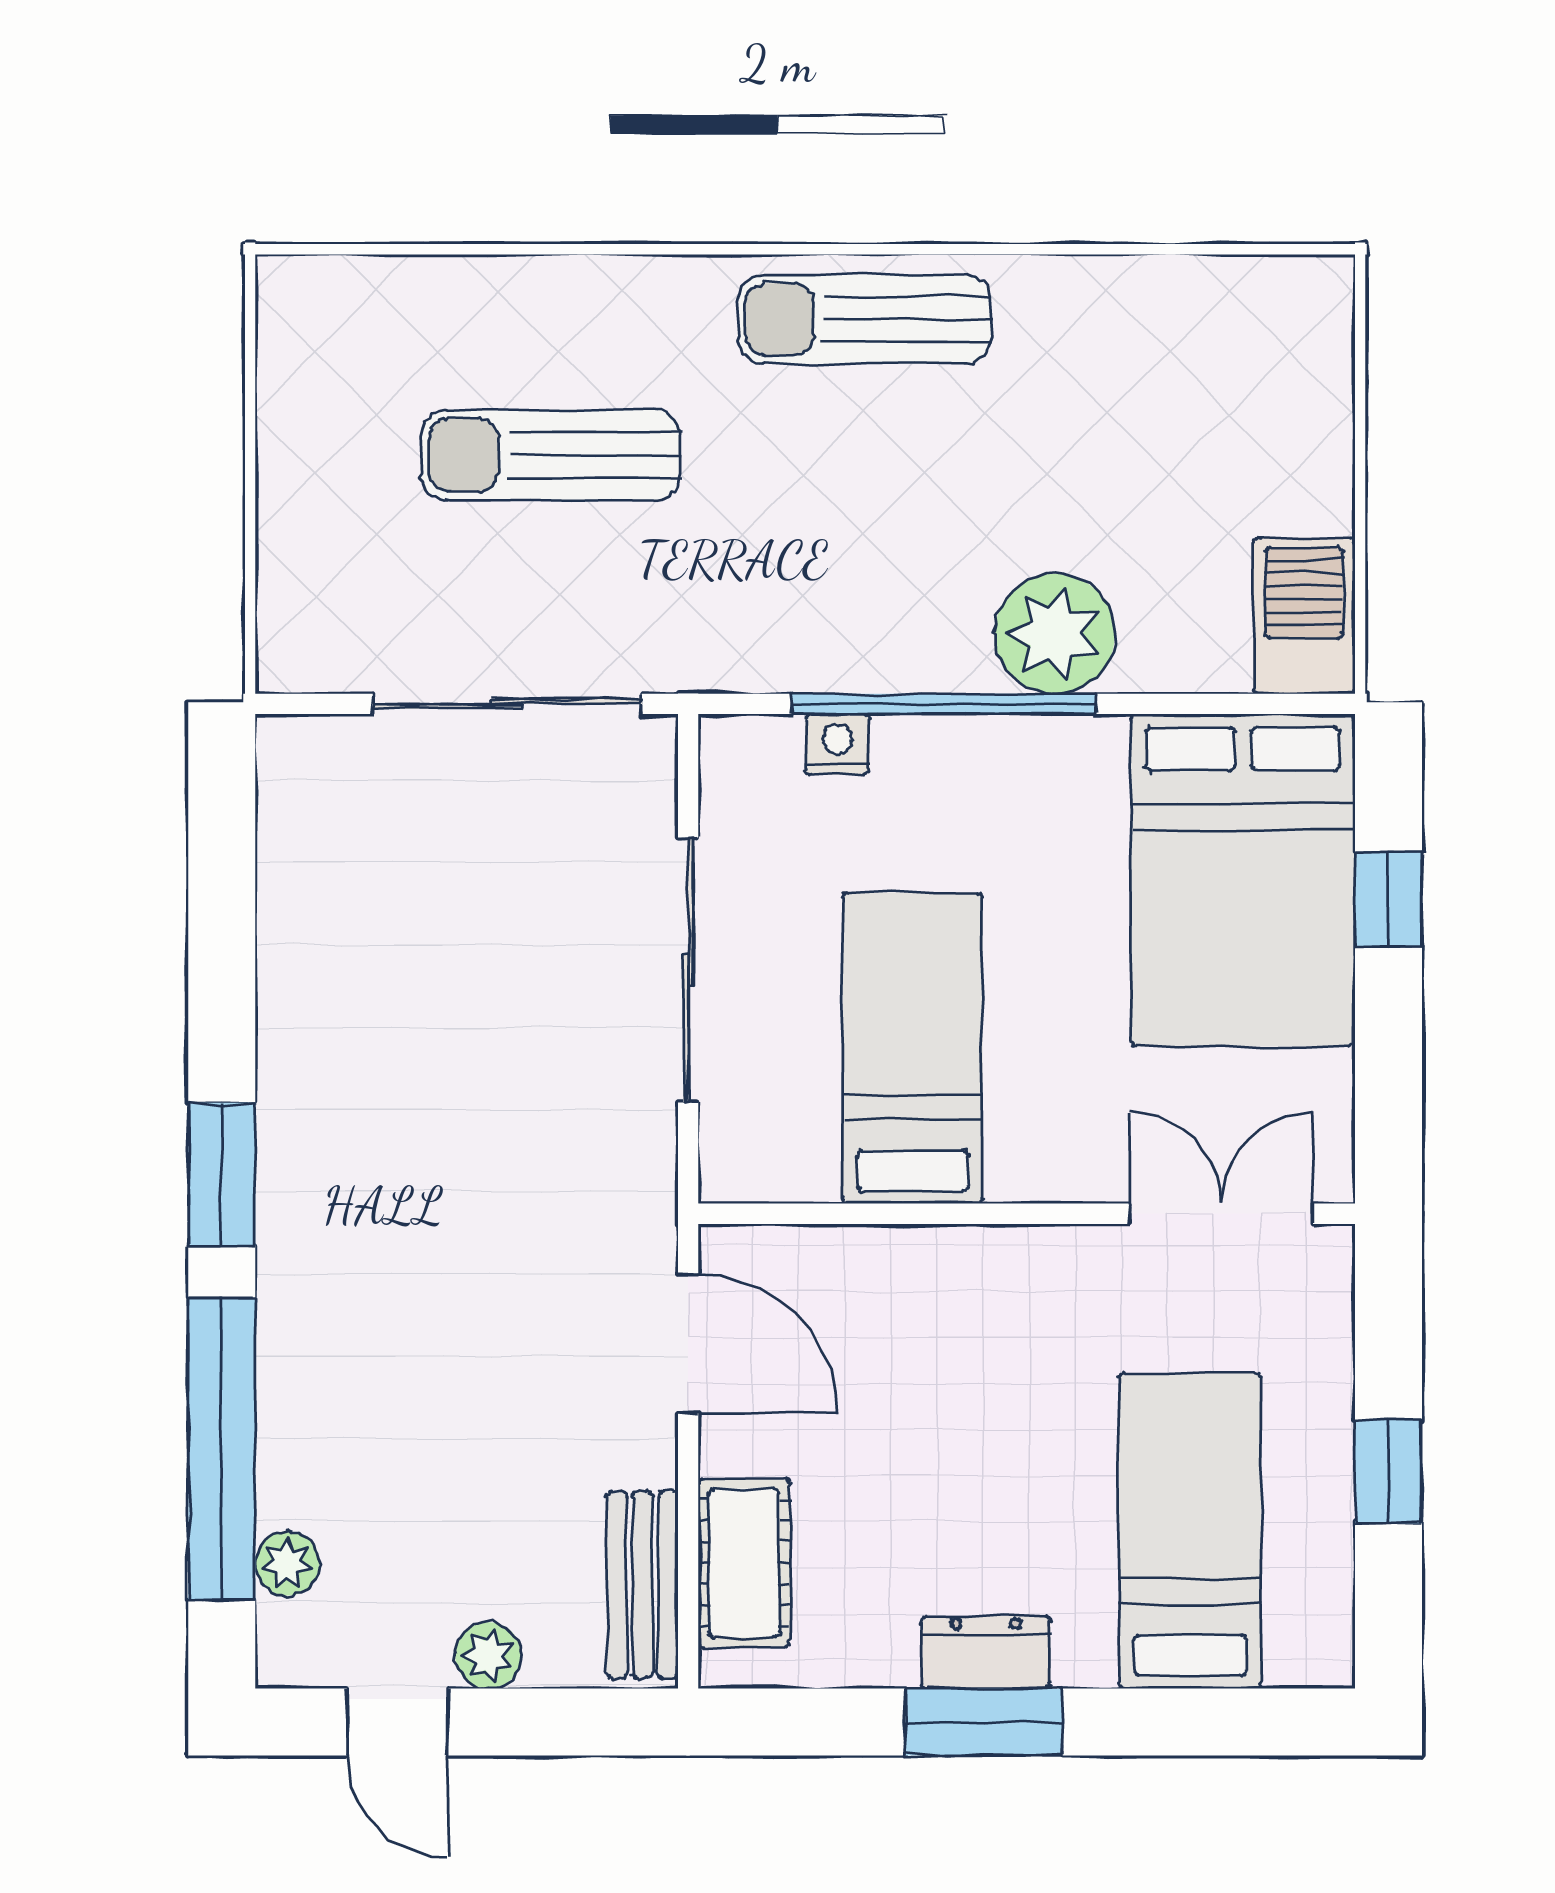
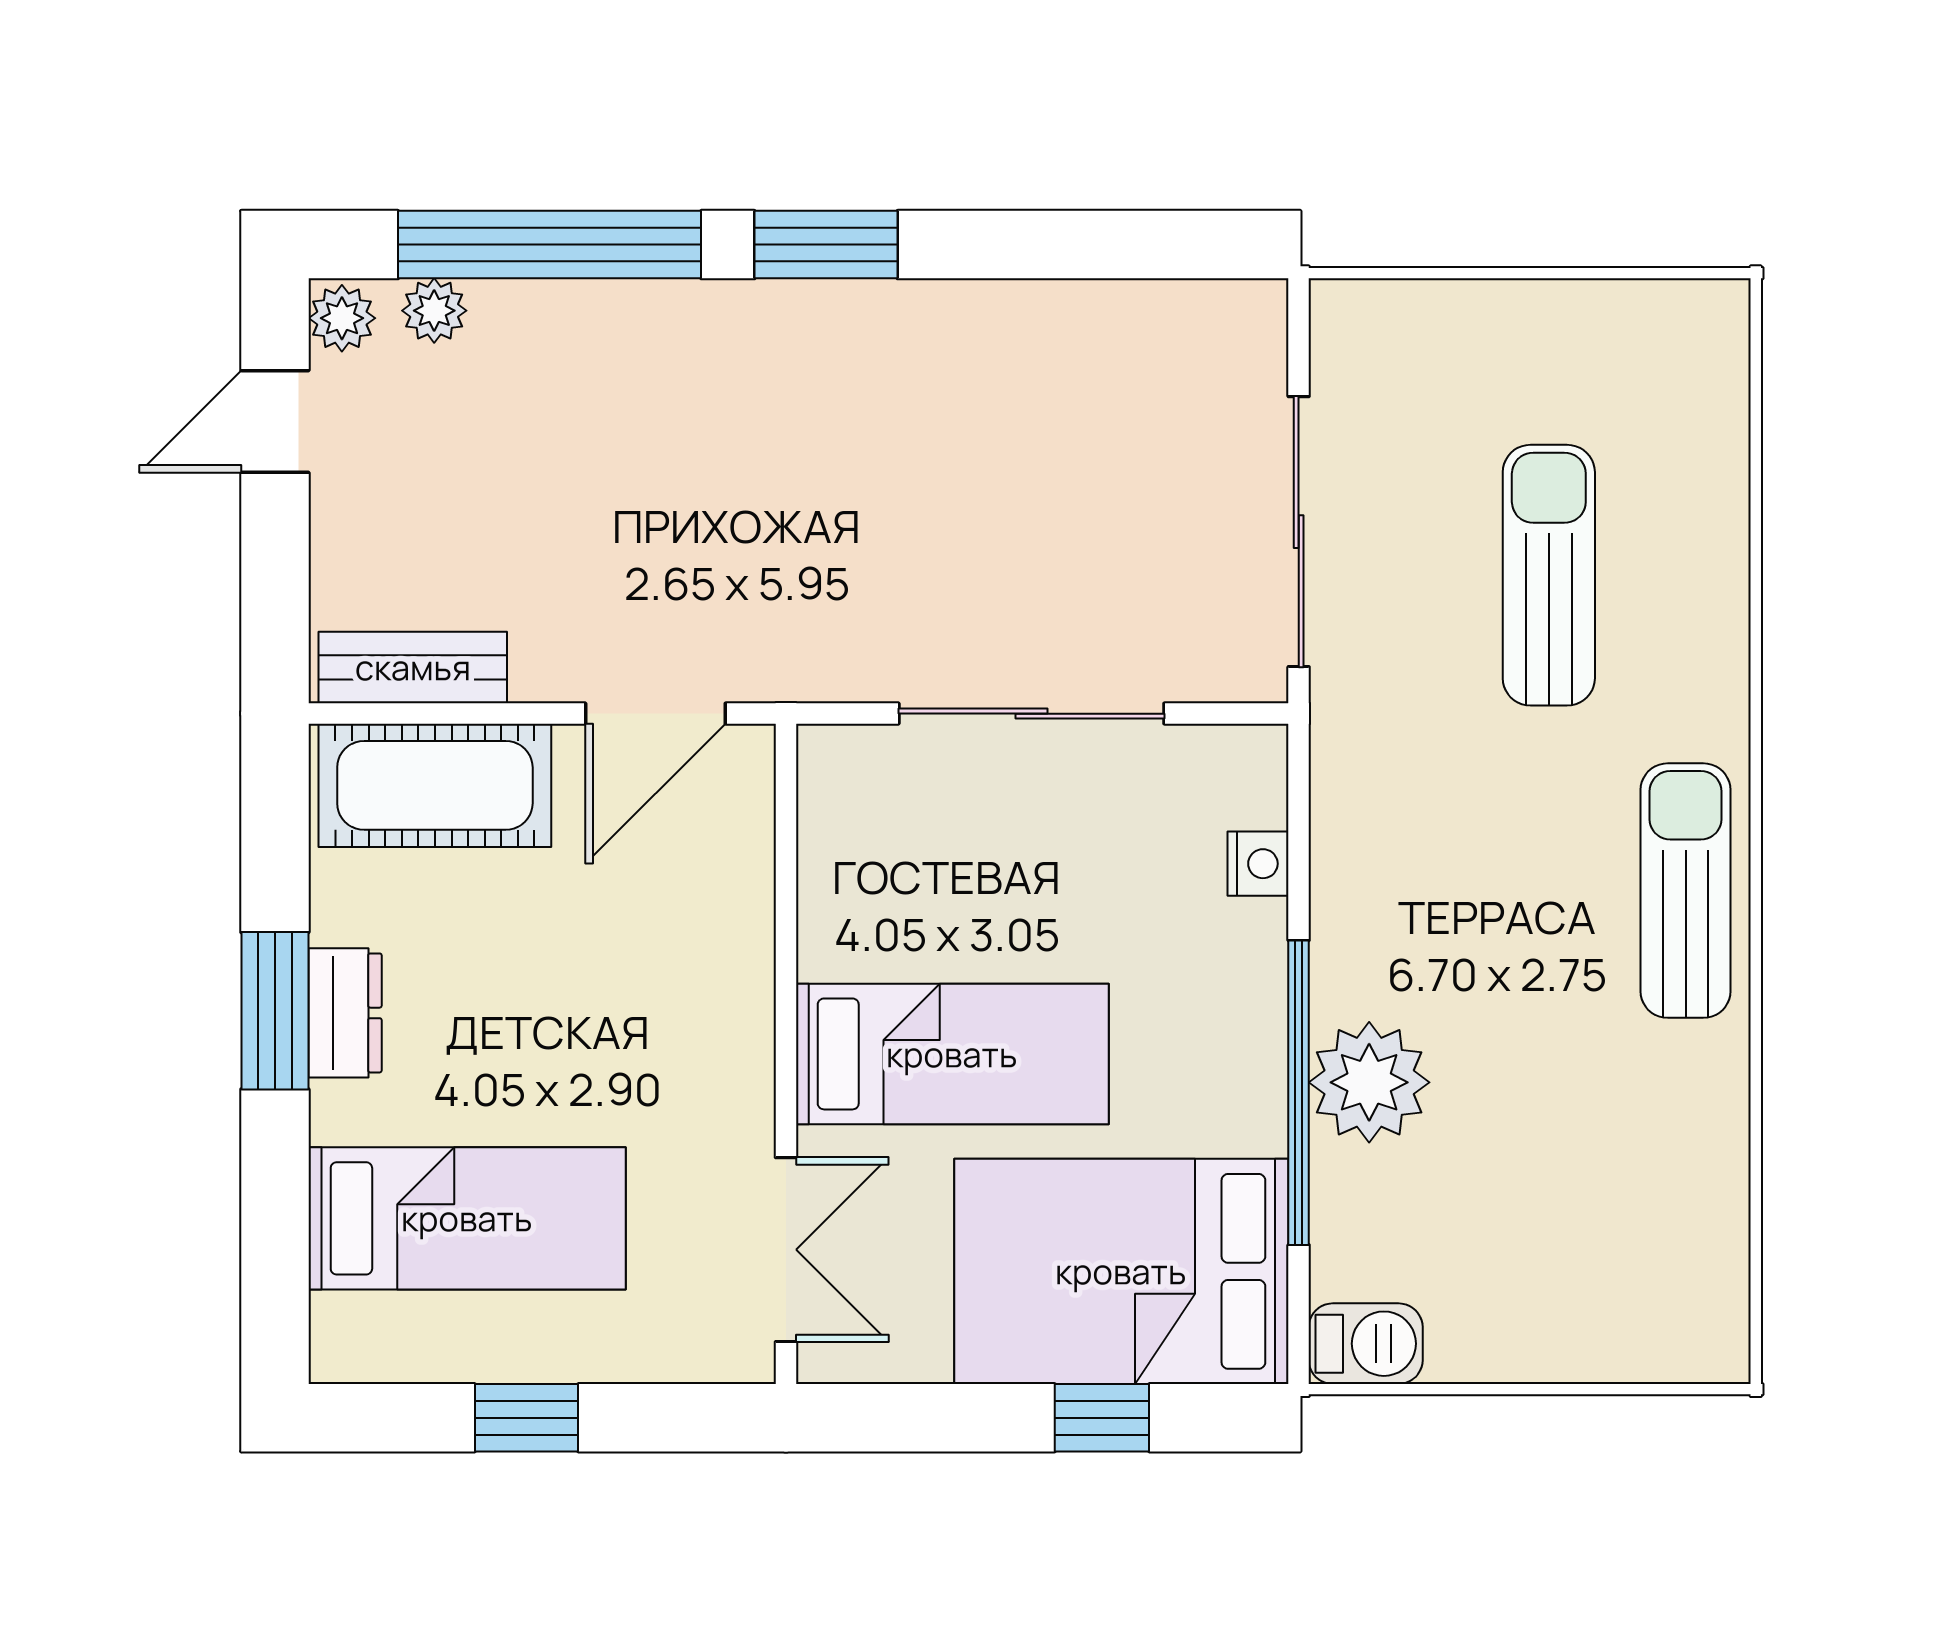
barbecue: (1304, 616) -> (1366, 1344), width x0.73, depth x0.79
window: (944, 704) -> (1299, 1093), moved
bed: (913, 1048) -> (952, 1054), moved
cot: (744, 1563) -> (435, 785), width x1.37, depth x1.34
plant: (488, 1655) -> (342, 318), moved

